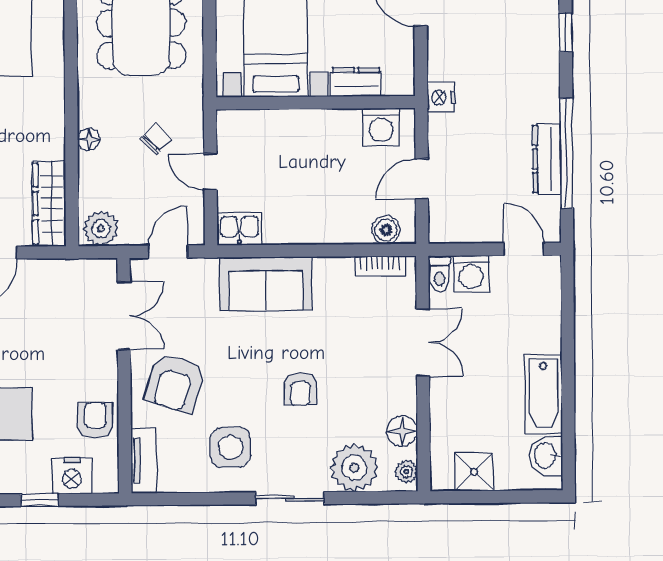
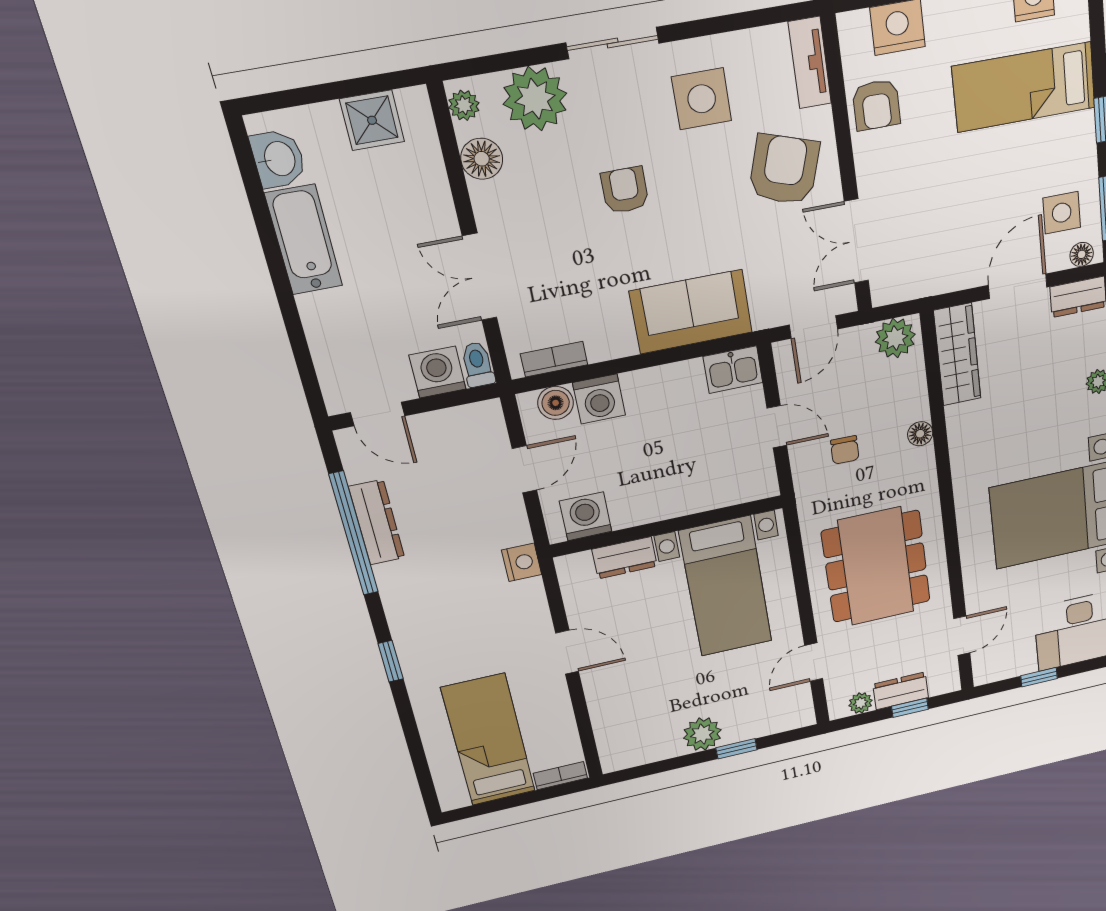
chair: (156, 139) -> (845, 450), turned -43
washing machine: (351, 226) -> (599, 399), added

